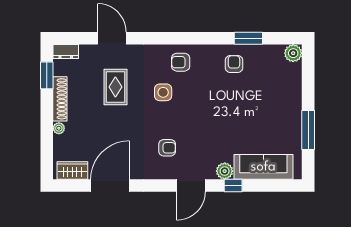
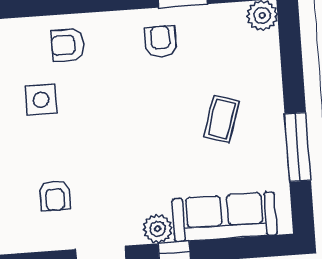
coffee table: (266, 111) -> (222, 119), added
armchair: (167, 148) -> (55, 196), turned 90

